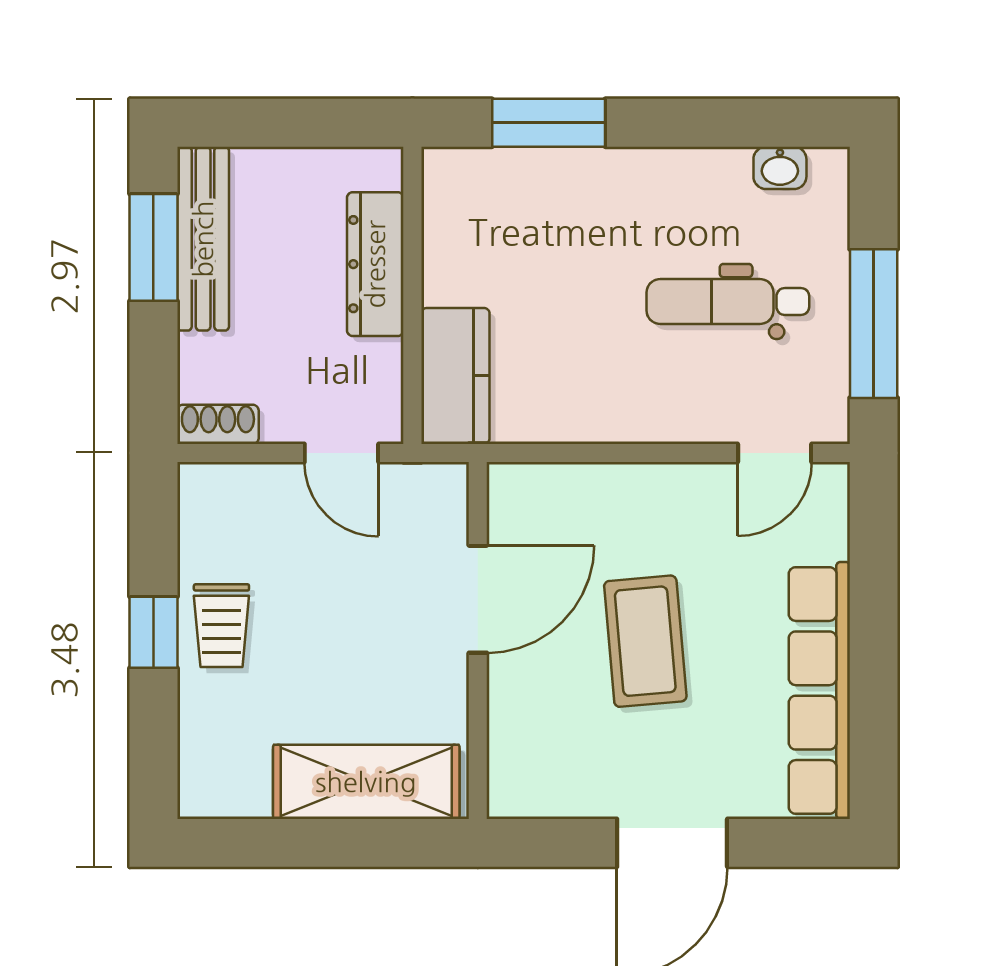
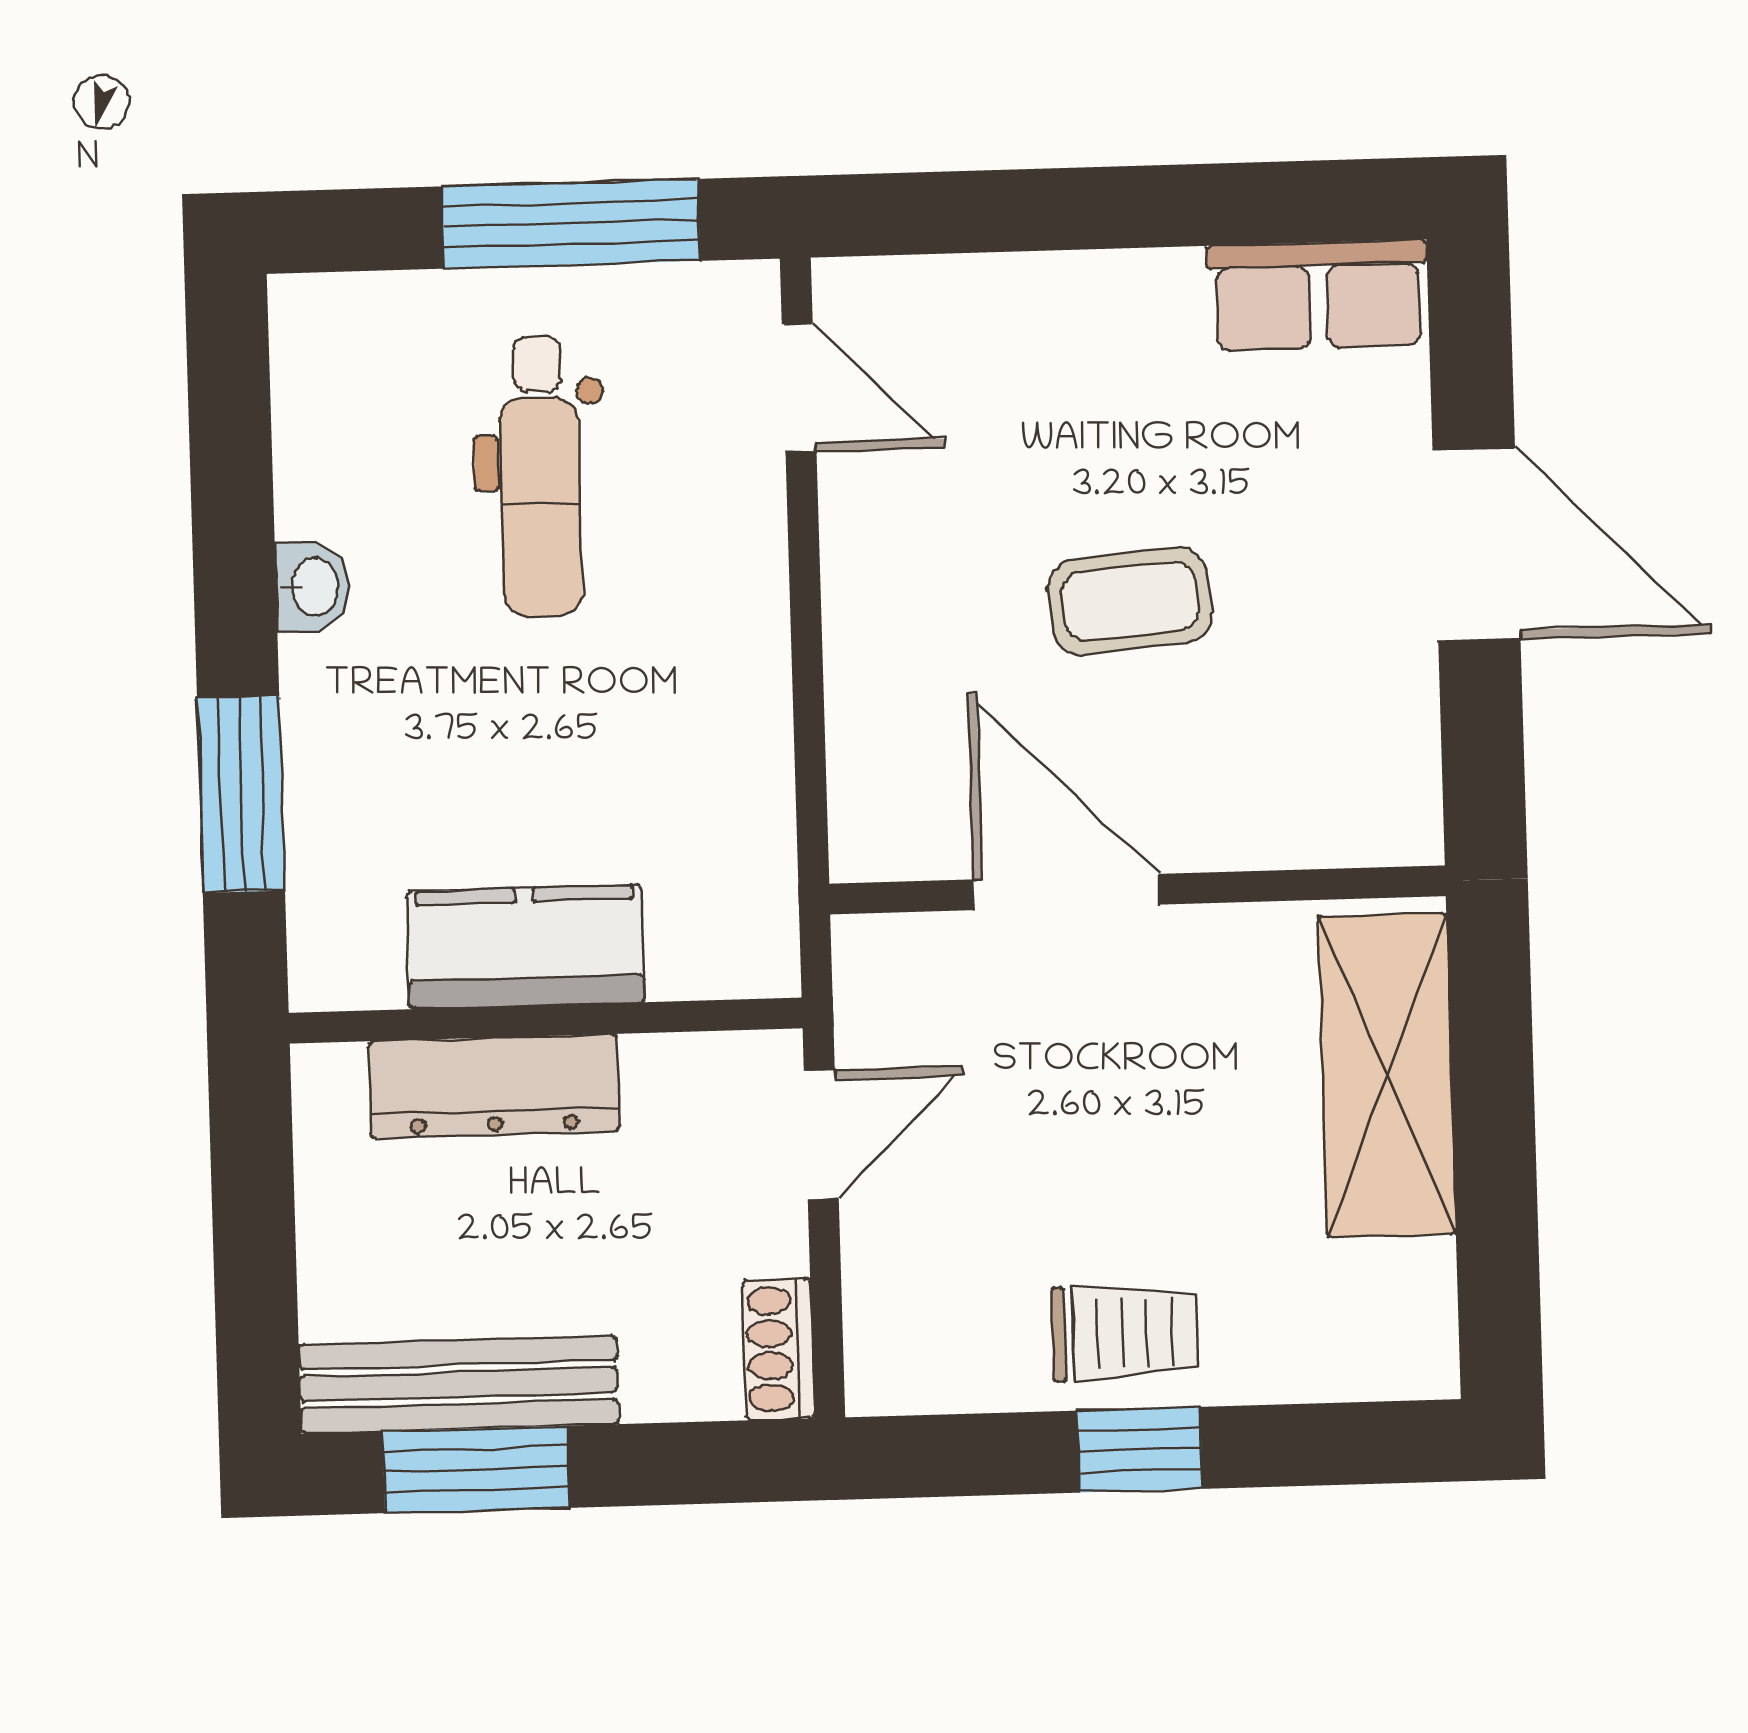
washbasin: (780, 168) -> (313, 587), moved
kitchen counter: (455, 376) -> (525, 947), moved
coffee table: (645, 641) -> (1130, 601), width x0.73, depth x0.77
row of seats: (819, 690) -> (1318, 295), width x0.50

